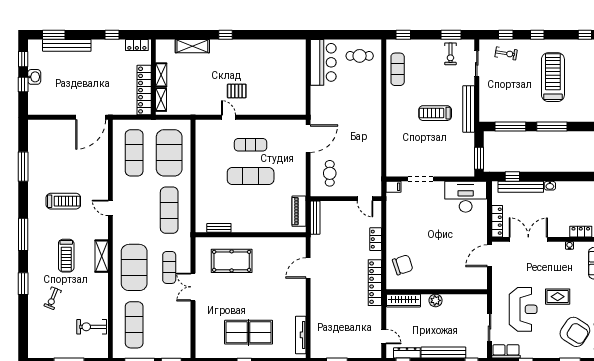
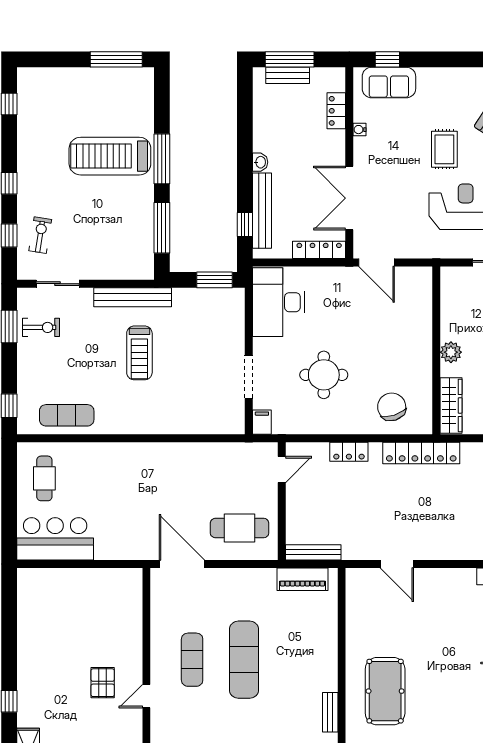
treadmill: (553, 77) -> (110, 156), moved
cafe table: (330, 173) -> (240, 528), width x1.37, depth x1.35
round table: (422, 224) -> (324, 375), added

